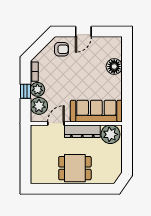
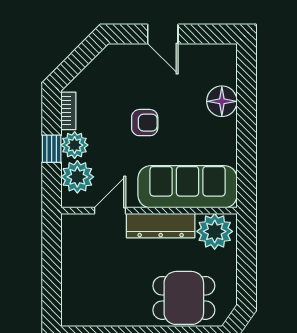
door: (83, 32) -> (163, 34), hinge flipped
armchair: (61, 49) -> (145, 123), moved
dining table: (75, 168) -> (184, 298), moved

